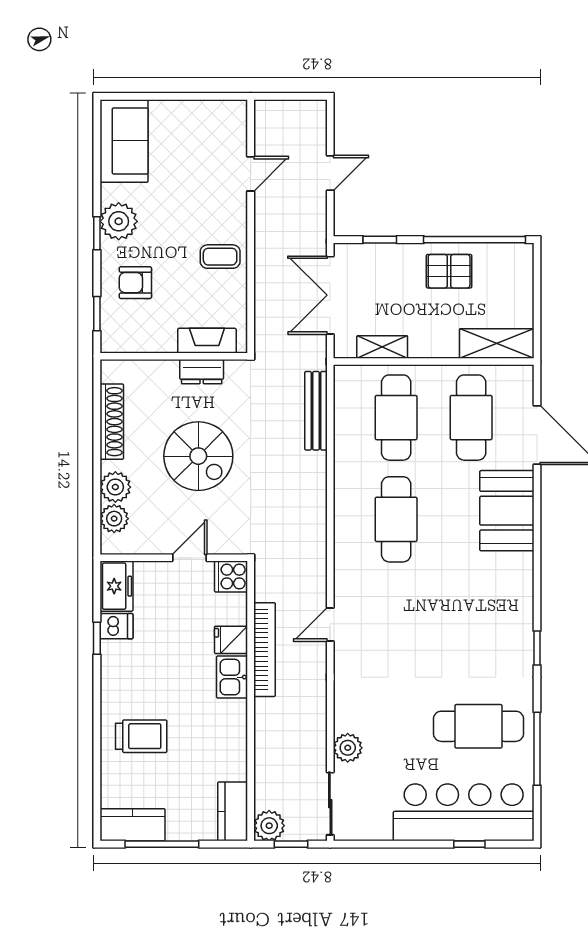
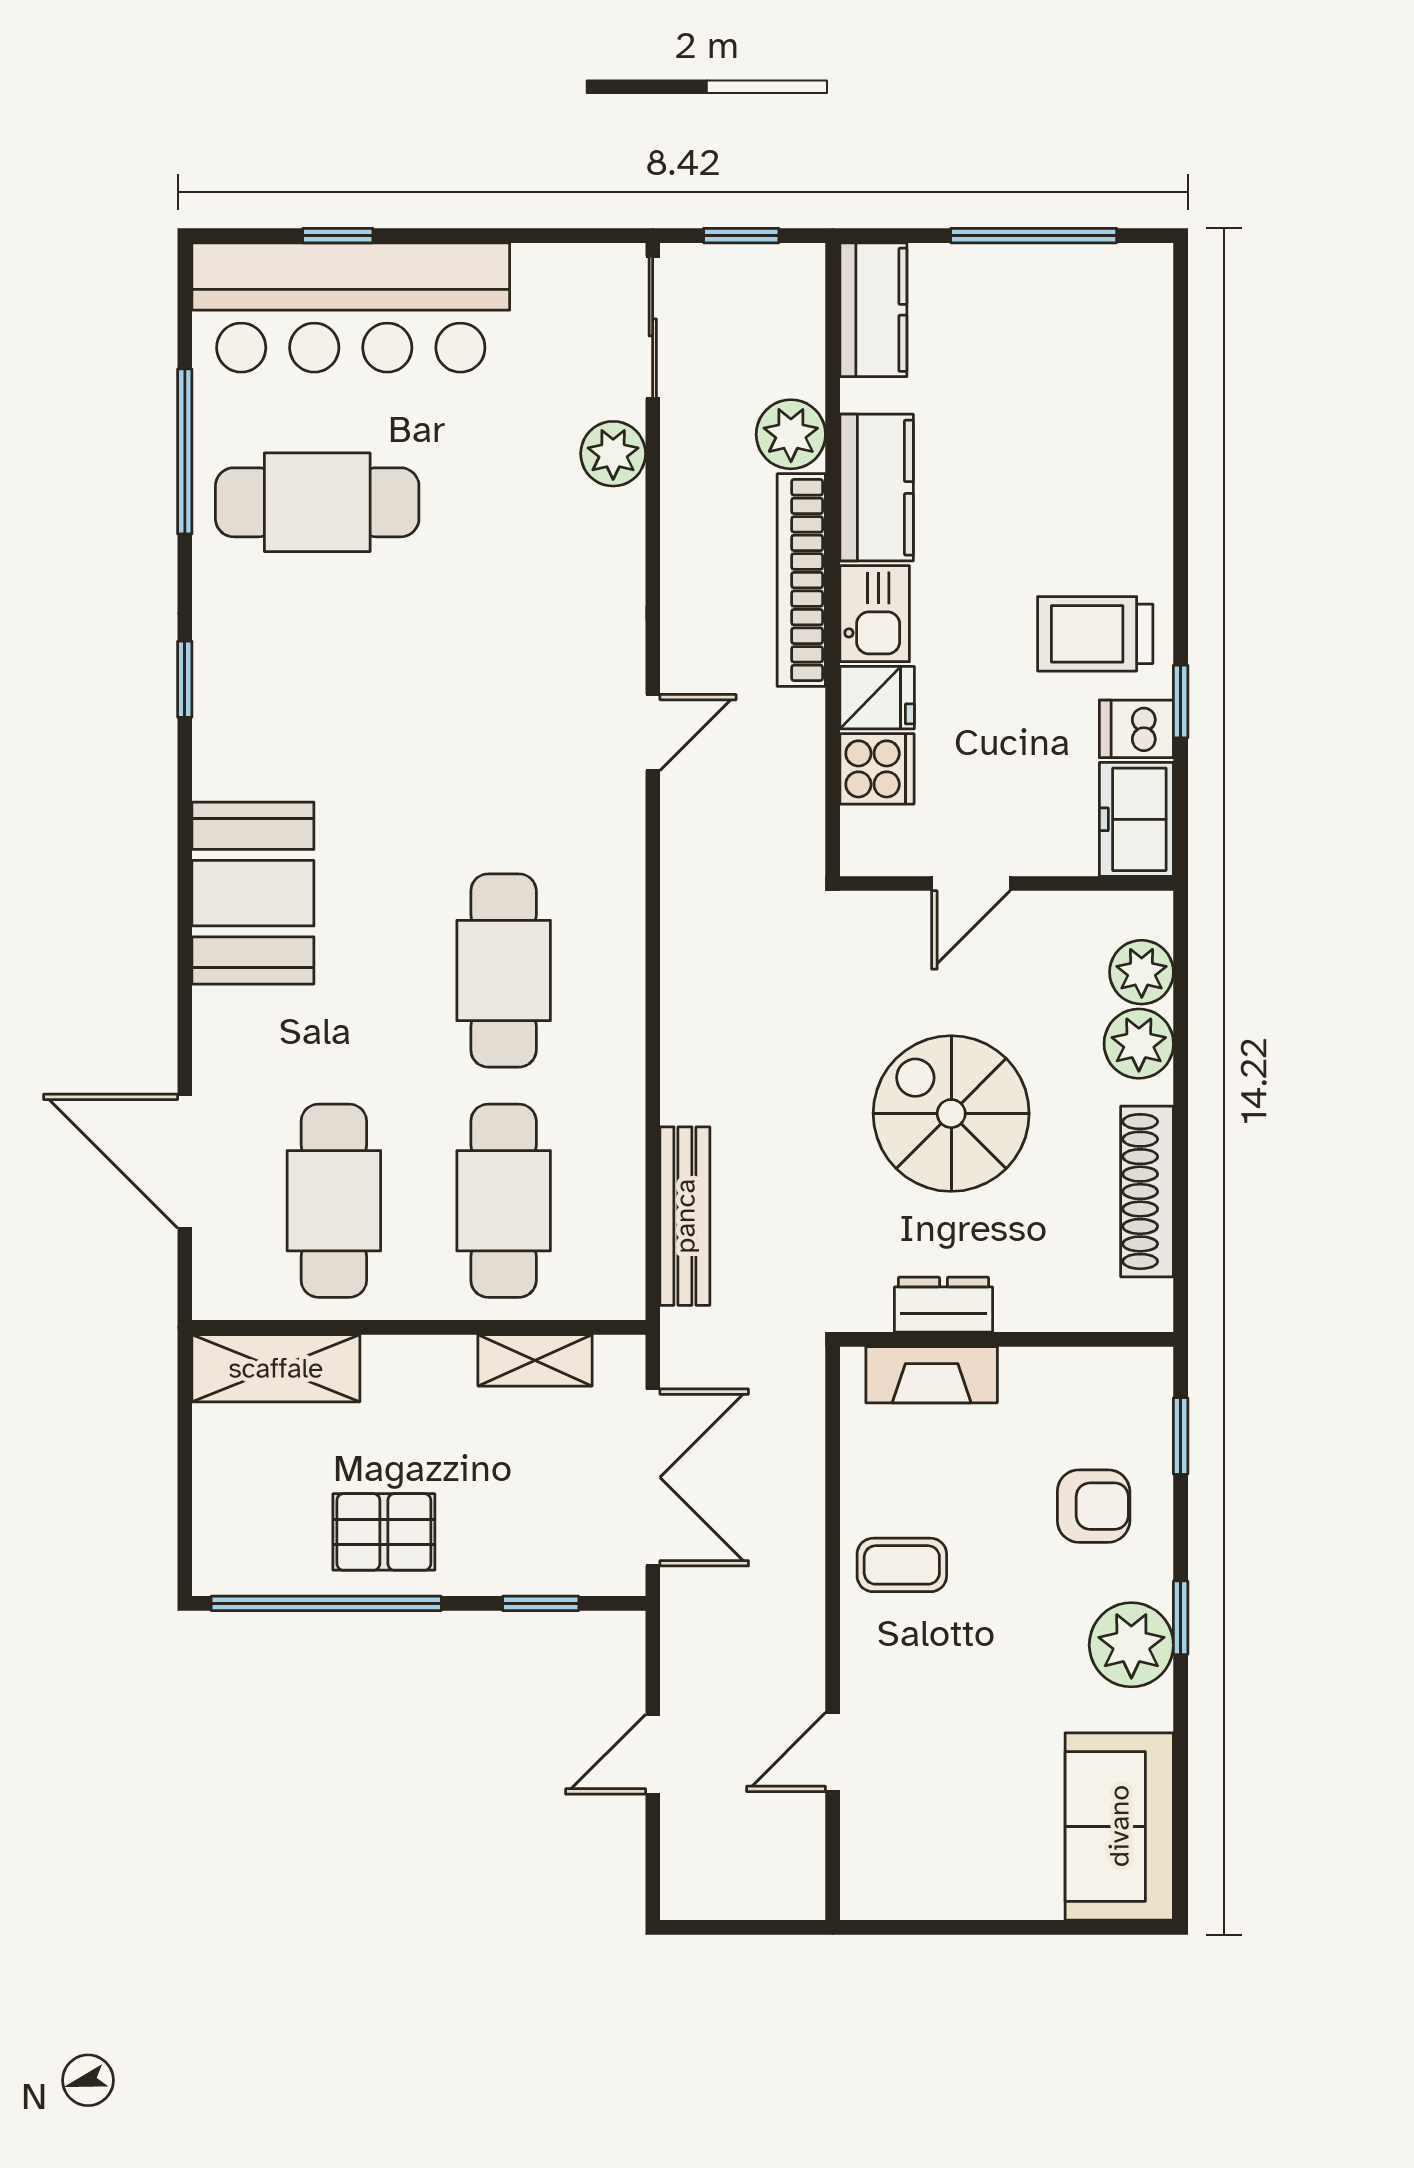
booth: (507, 511) -> (253, 893), moved
cooker: (231, 577) -> (877, 769), moved
bookcase: (265, 650) -> (801, 580), moved
trolley: (141, 736) -> (1095, 634), moved
kitchen counter: (132, 825) -> (877, 488), moved, turned -90
plant: (269, 826) -> (791, 434), moved

